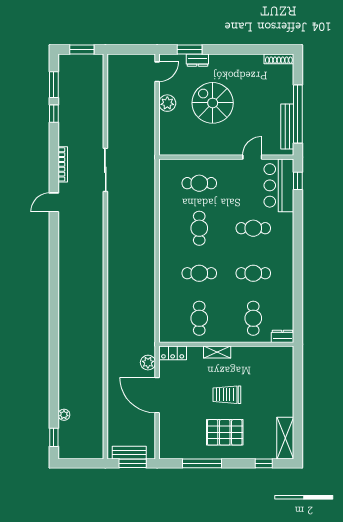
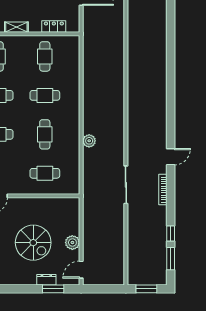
shelving: (217, 352) -> (16, 27), moved
locker: (173, 353) -> (54, 27), moved
plant: (148, 363) -> (89, 141), moved

